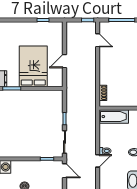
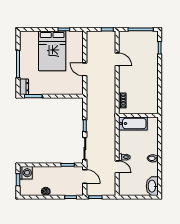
door: (98, 40) -> (117, 59), moved
door: (65, 61) -> (85, 69), hinge flipped
bed: (33, 66) -> (52, 51), moved, turned 180
door: (98, 161) -> (117, 167), hinge flipped

